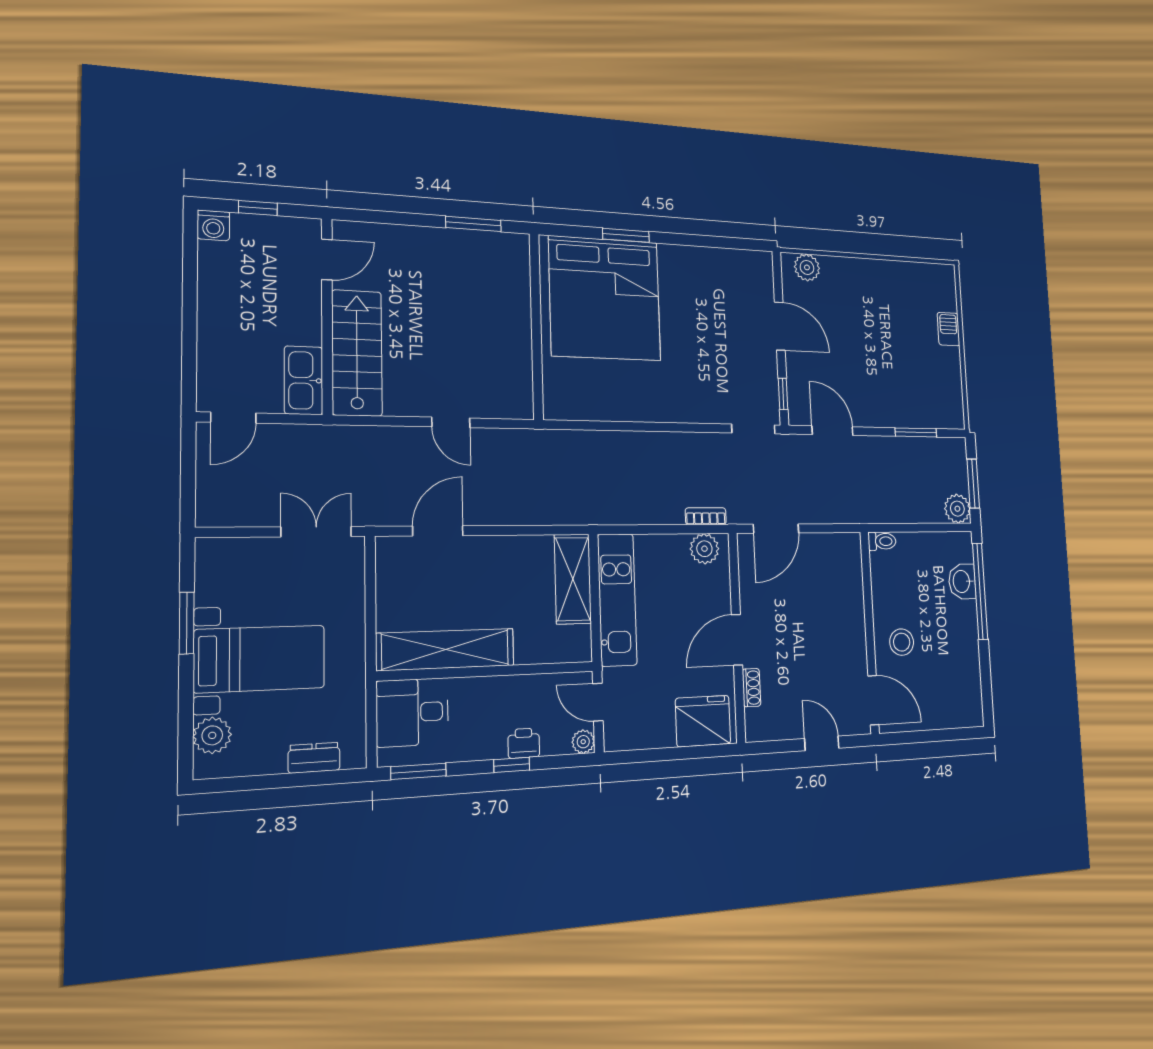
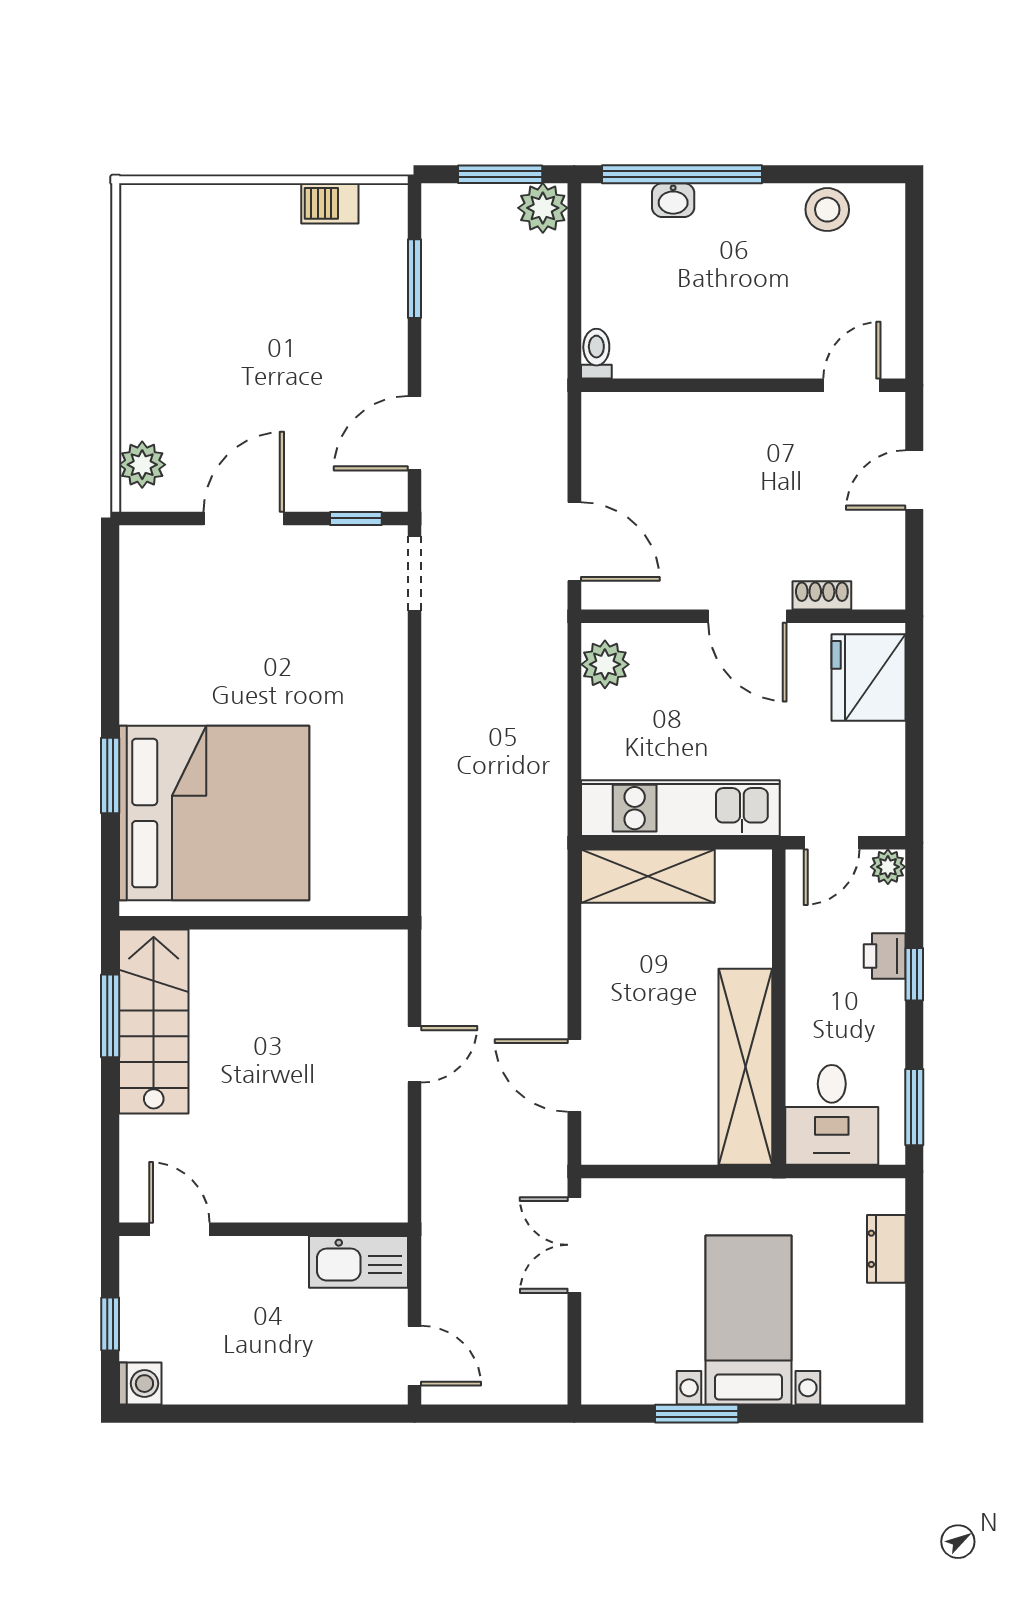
barbecue: (949, 329) -> (330, 203), moved
stairs: (357, 353) -> (154, 1021), moved, turned 90
bookcase: (706, 516) -> (554, 660), removed
washbasin: (962, 581) -> (673, 200), width x0.72, depth x0.69
stool: (902, 642) -> (827, 210), moved
door: (873, 700) -> (852, 385), width x0.73
plant: (212, 735) -> (848, 1380), removed

